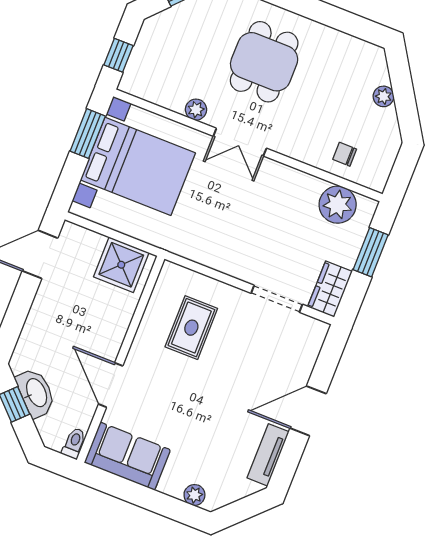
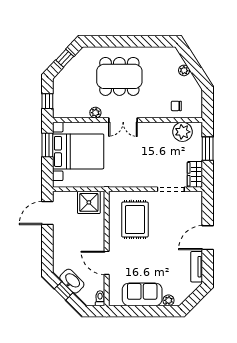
dining table: (264, 62) -> (119, 76), width x1.37
rug: (191, 328) -> (135, 220), width x1.36, depth x1.43
sofa: (127, 456) -> (142, 294), moved

